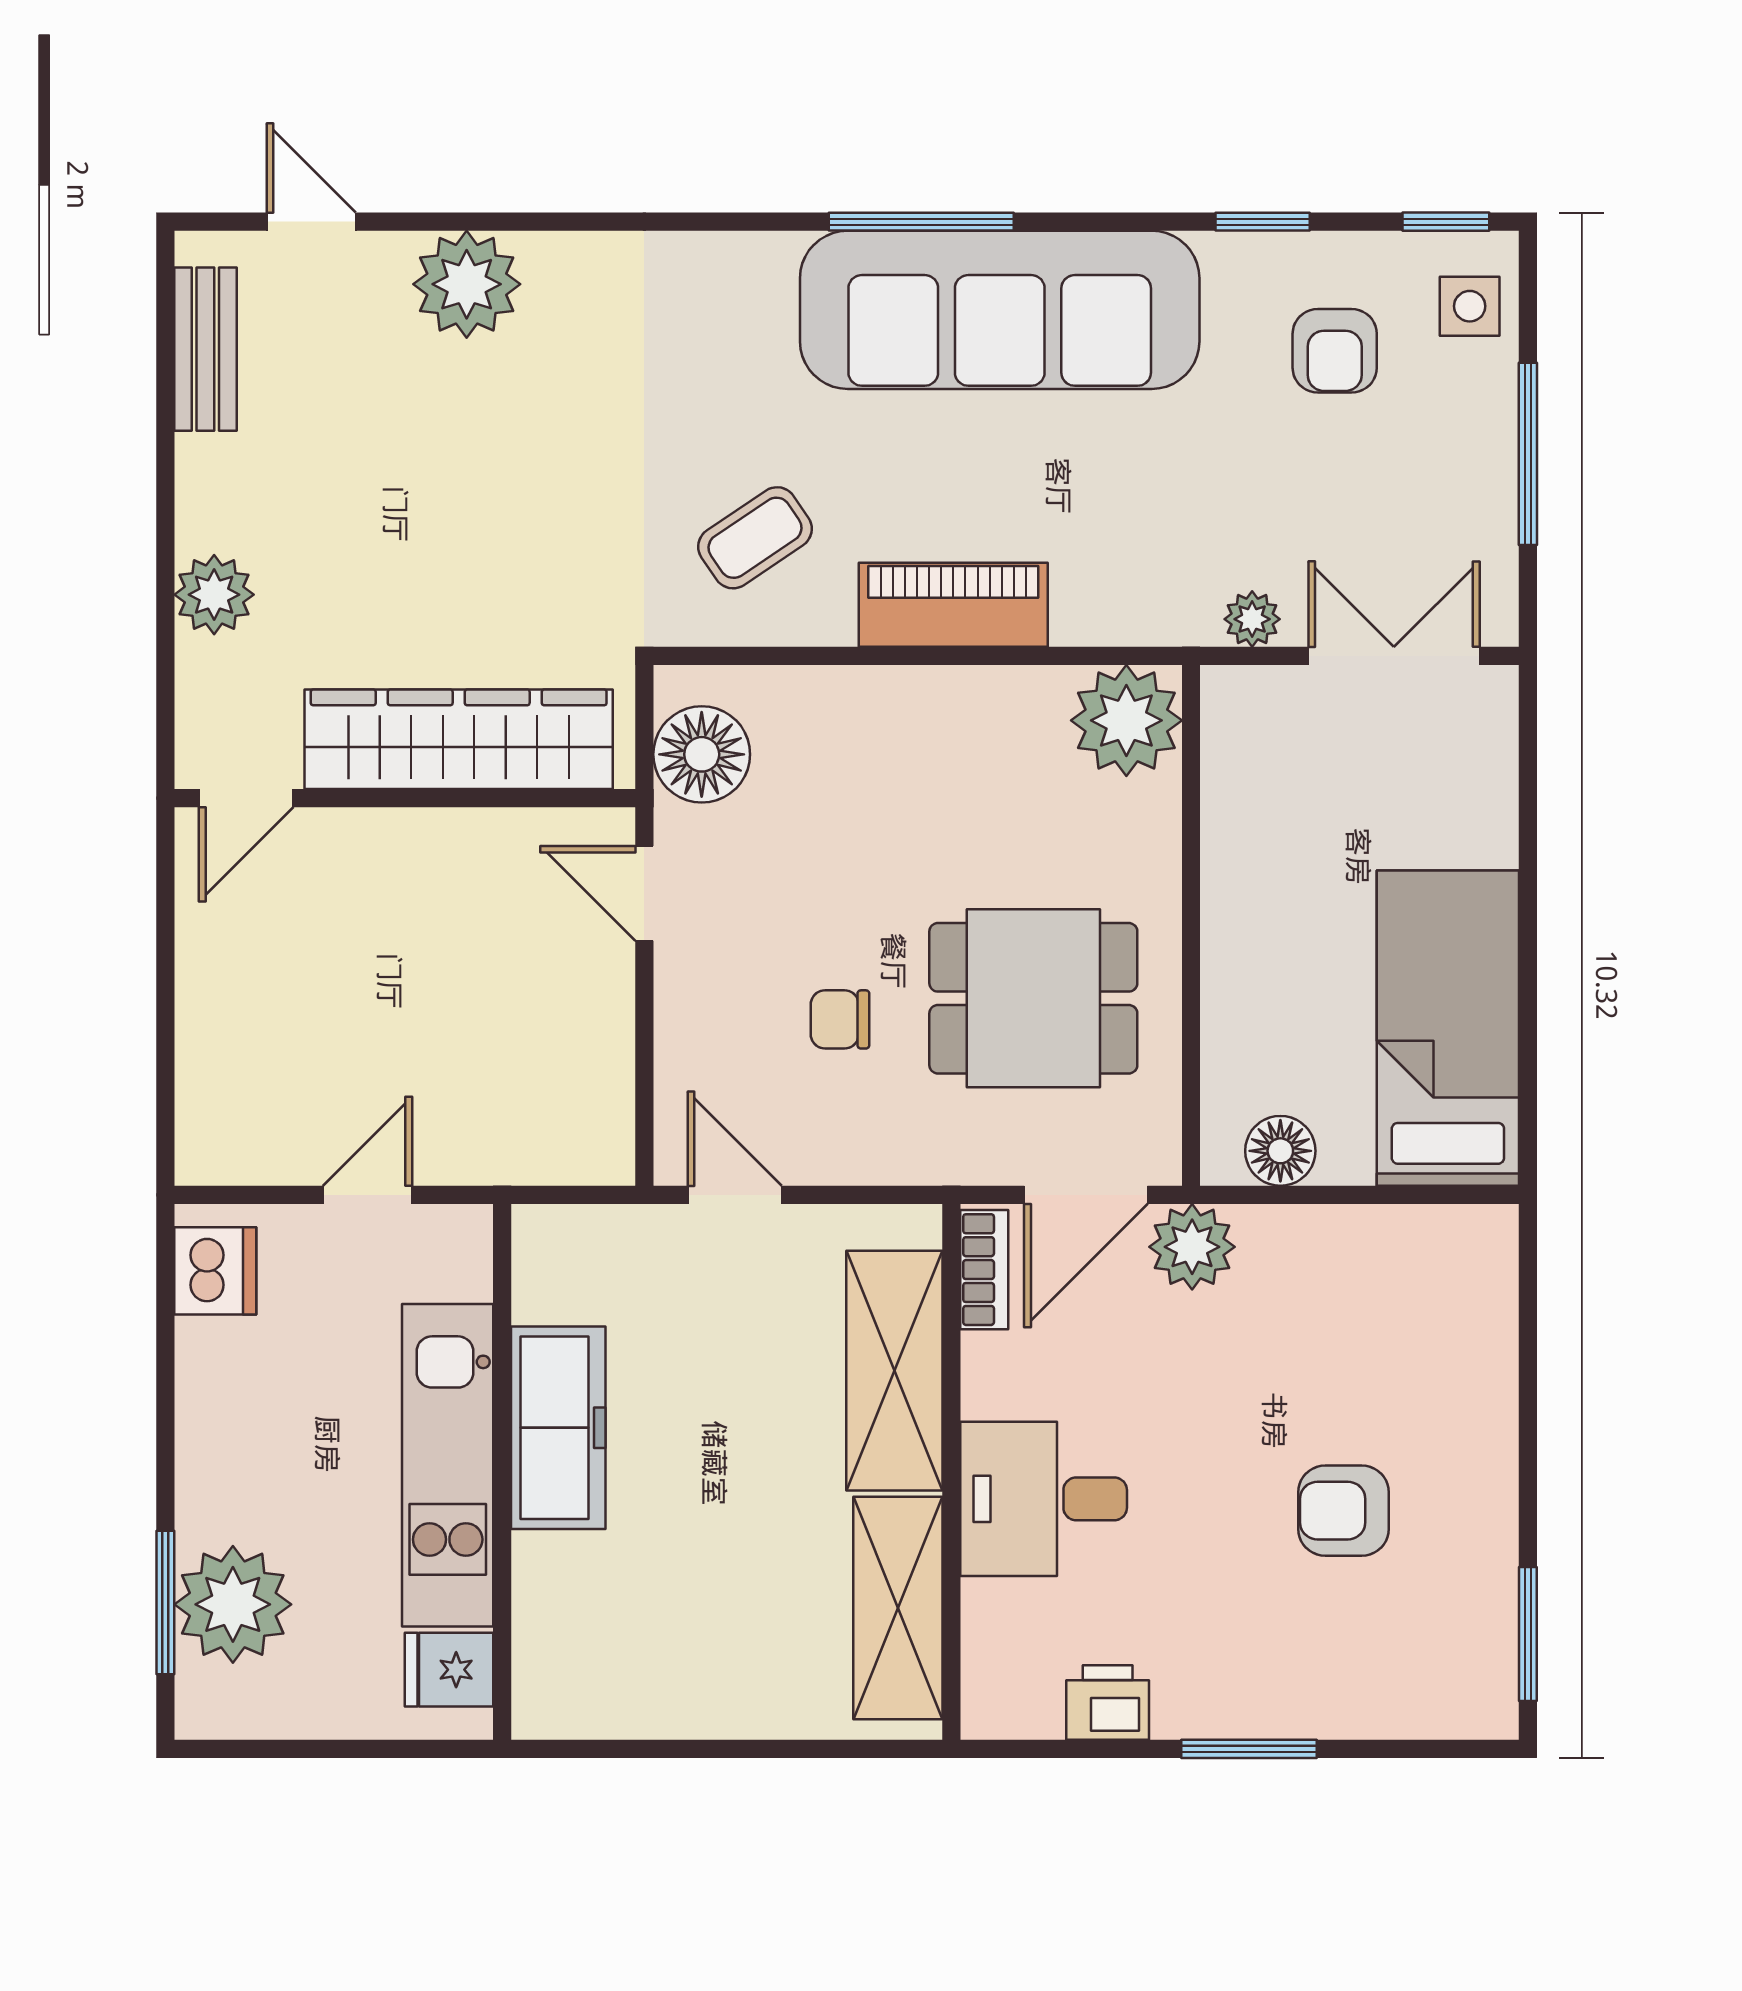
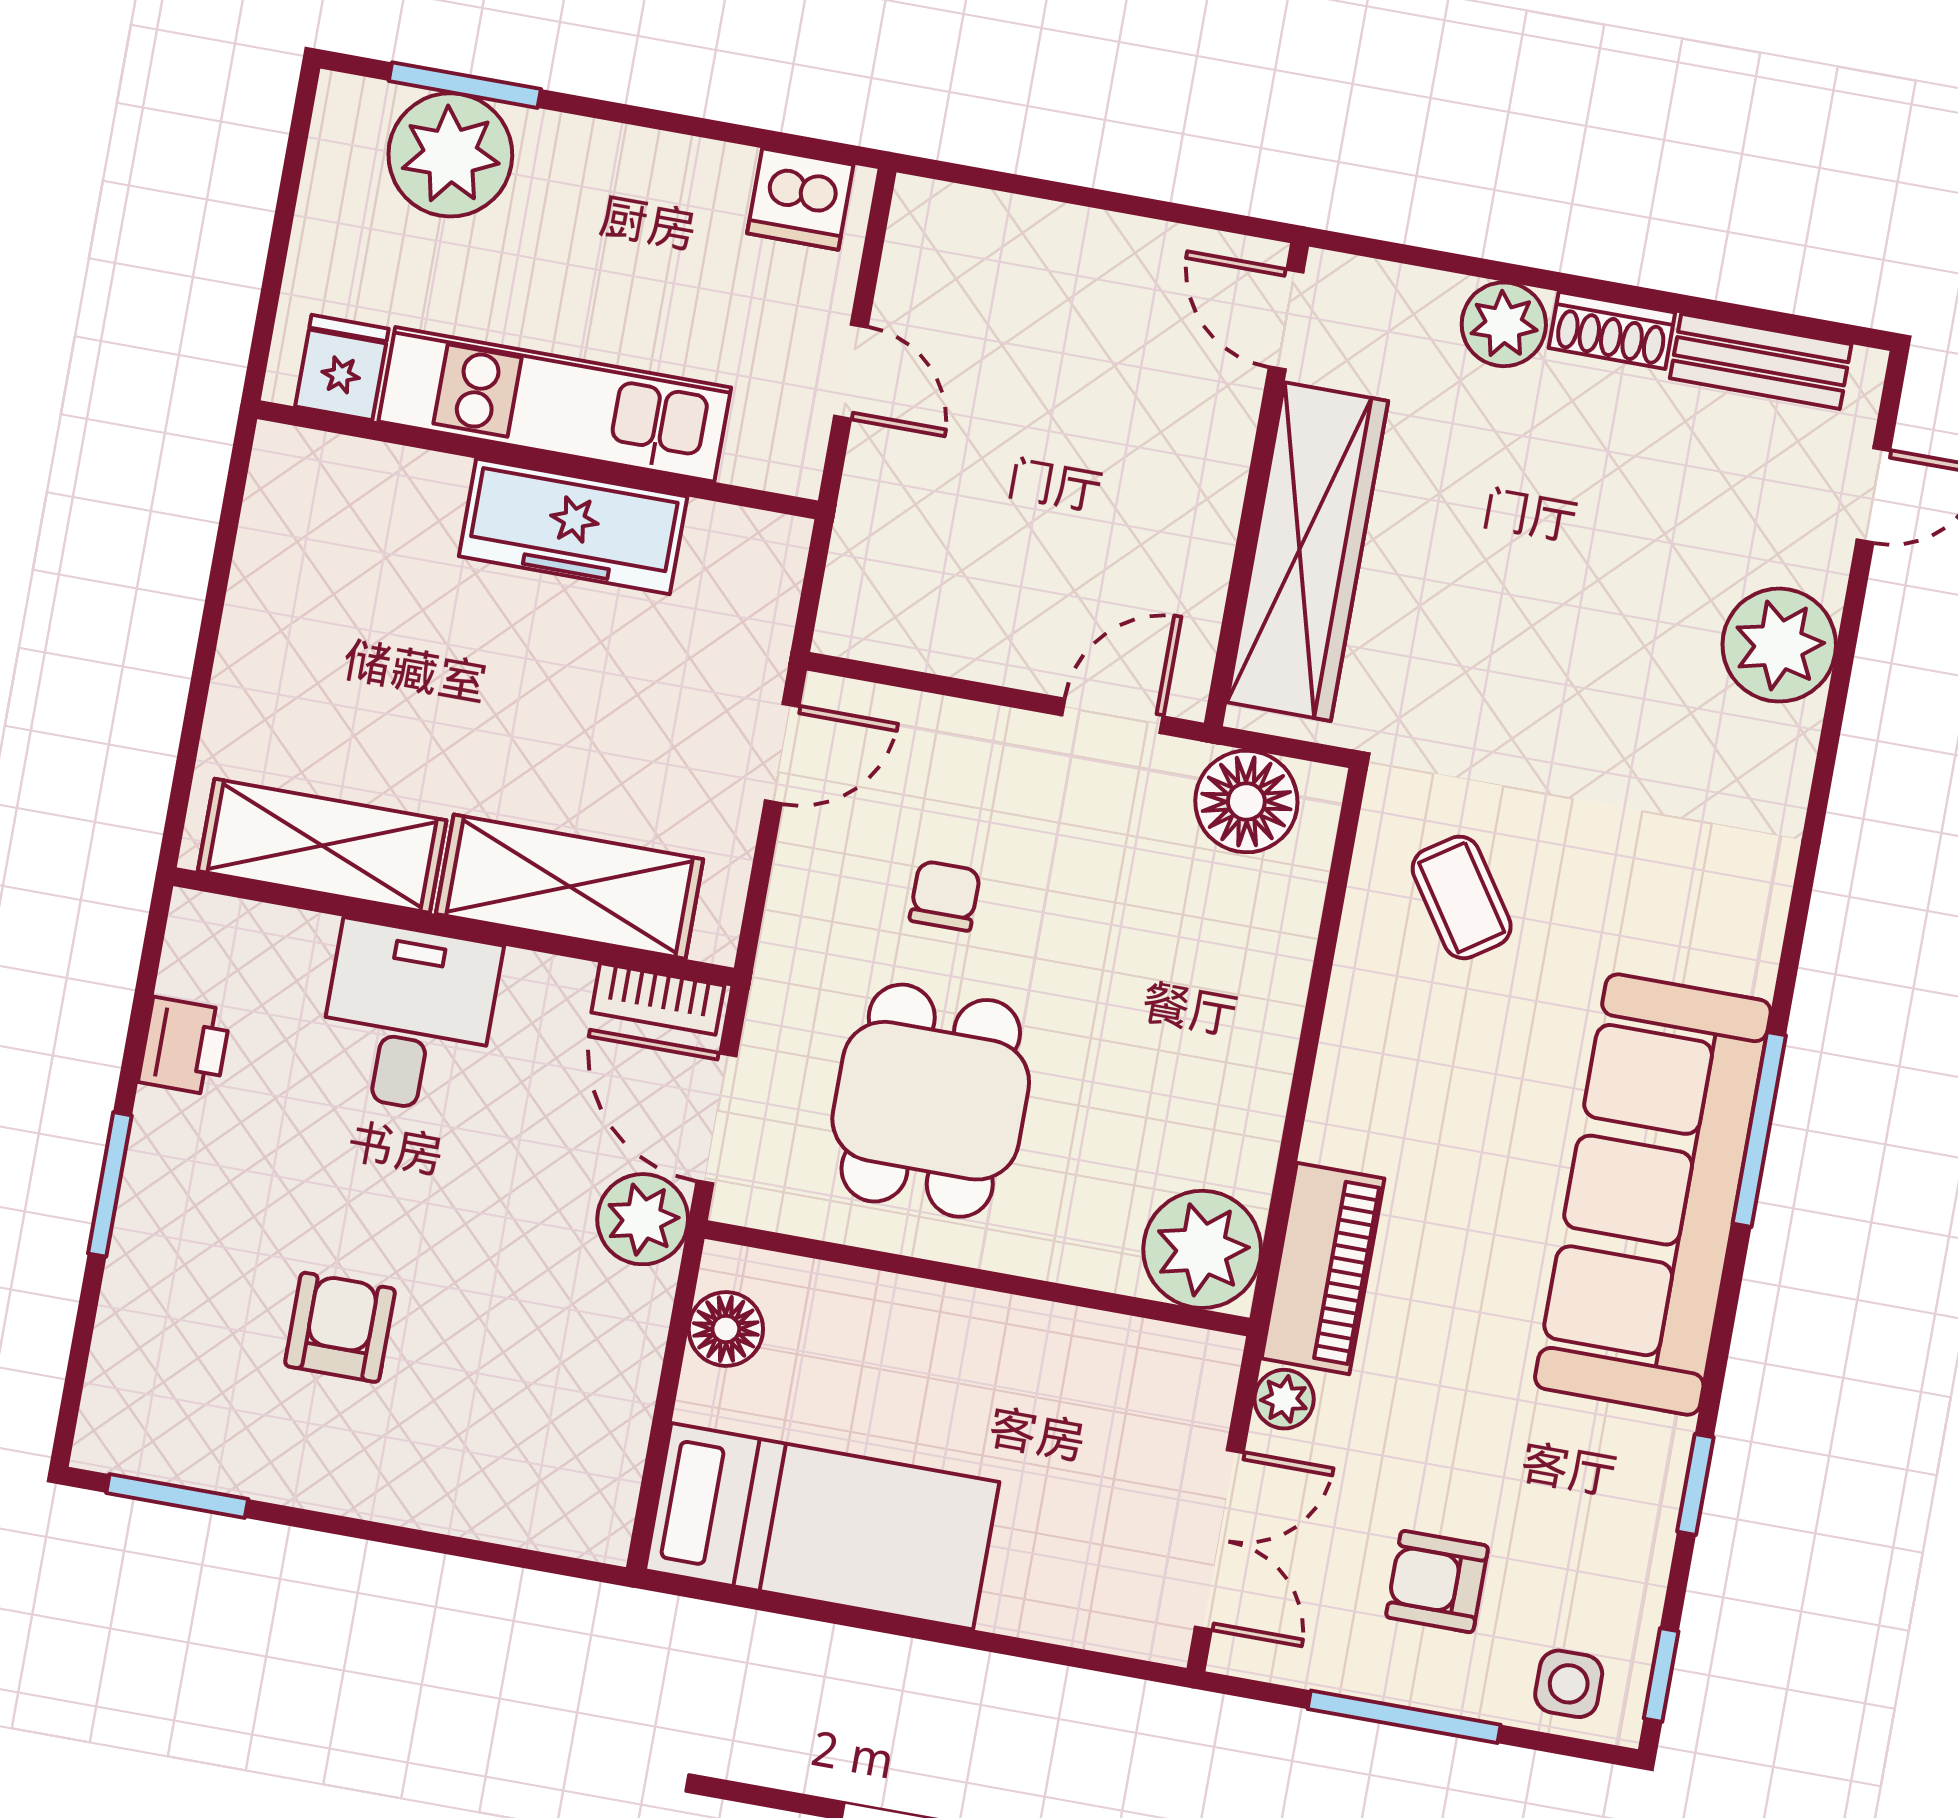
armchair: (1335, 351) -> (1437, 1582), moved
shoe rack: (201, 493) -> (1612, 330), added
piano: (953, 605) -> (1323, 1269), moved

